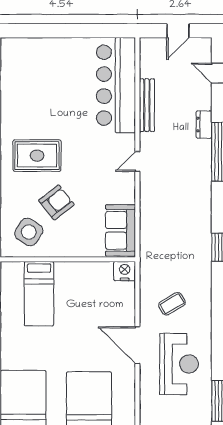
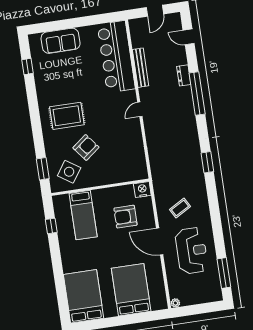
sofa: (121, 230) -> (61, 41), moved, turned -90
armchair: (96, 304) -> (125, 217), added

